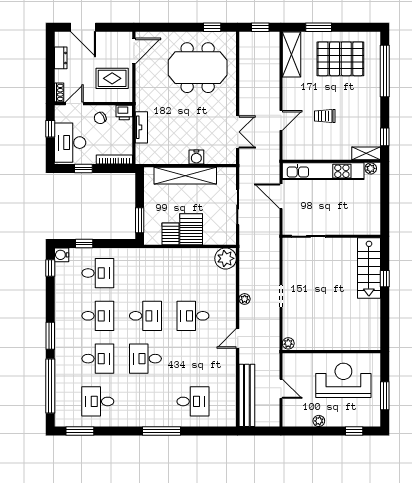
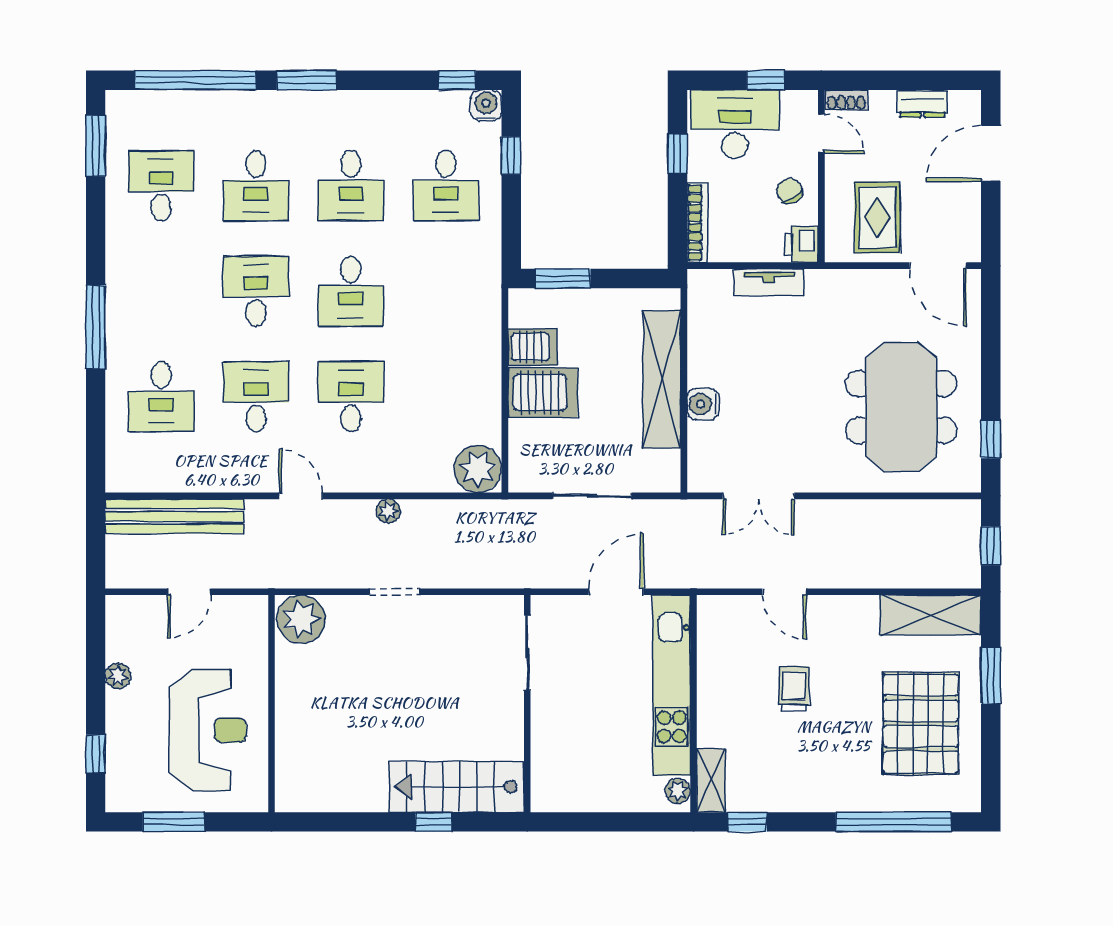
plant: (288, 343) -> (301, 619), width x1.88, depth x1.88
desk: (193, 359) -> (256, 397), added

